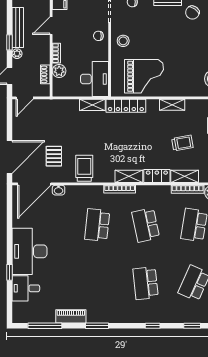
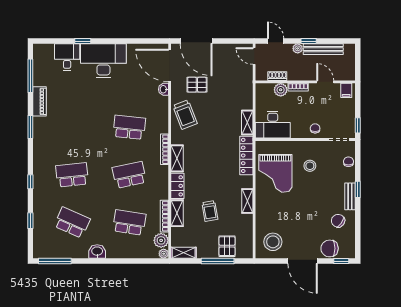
stool: (123, 41) -> (310, 166), moved
trolley: (84, 168) -> (185, 115), turned 69

